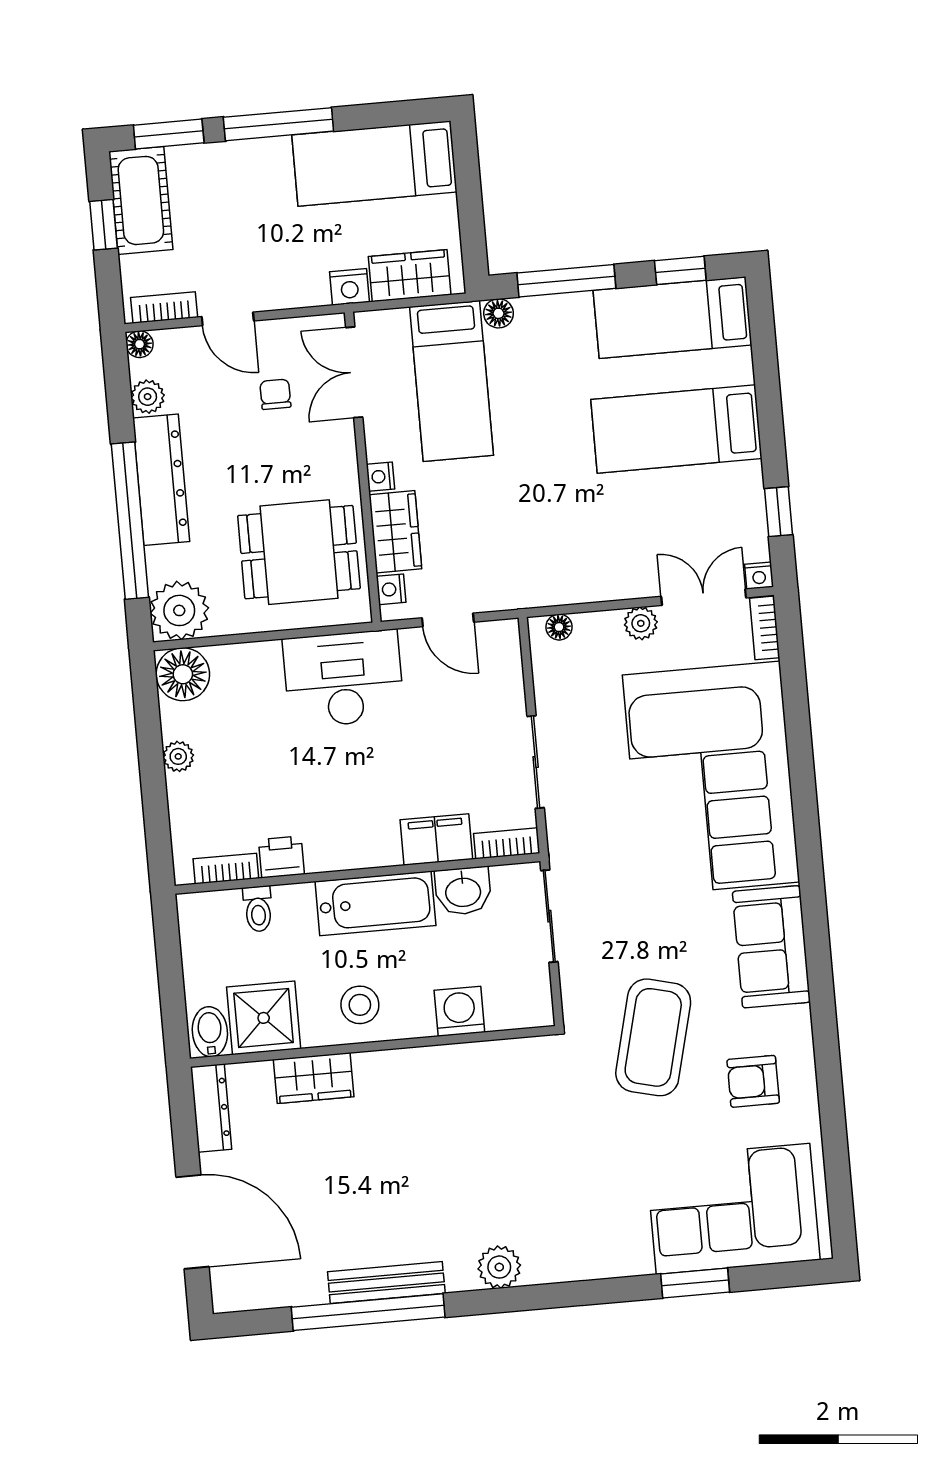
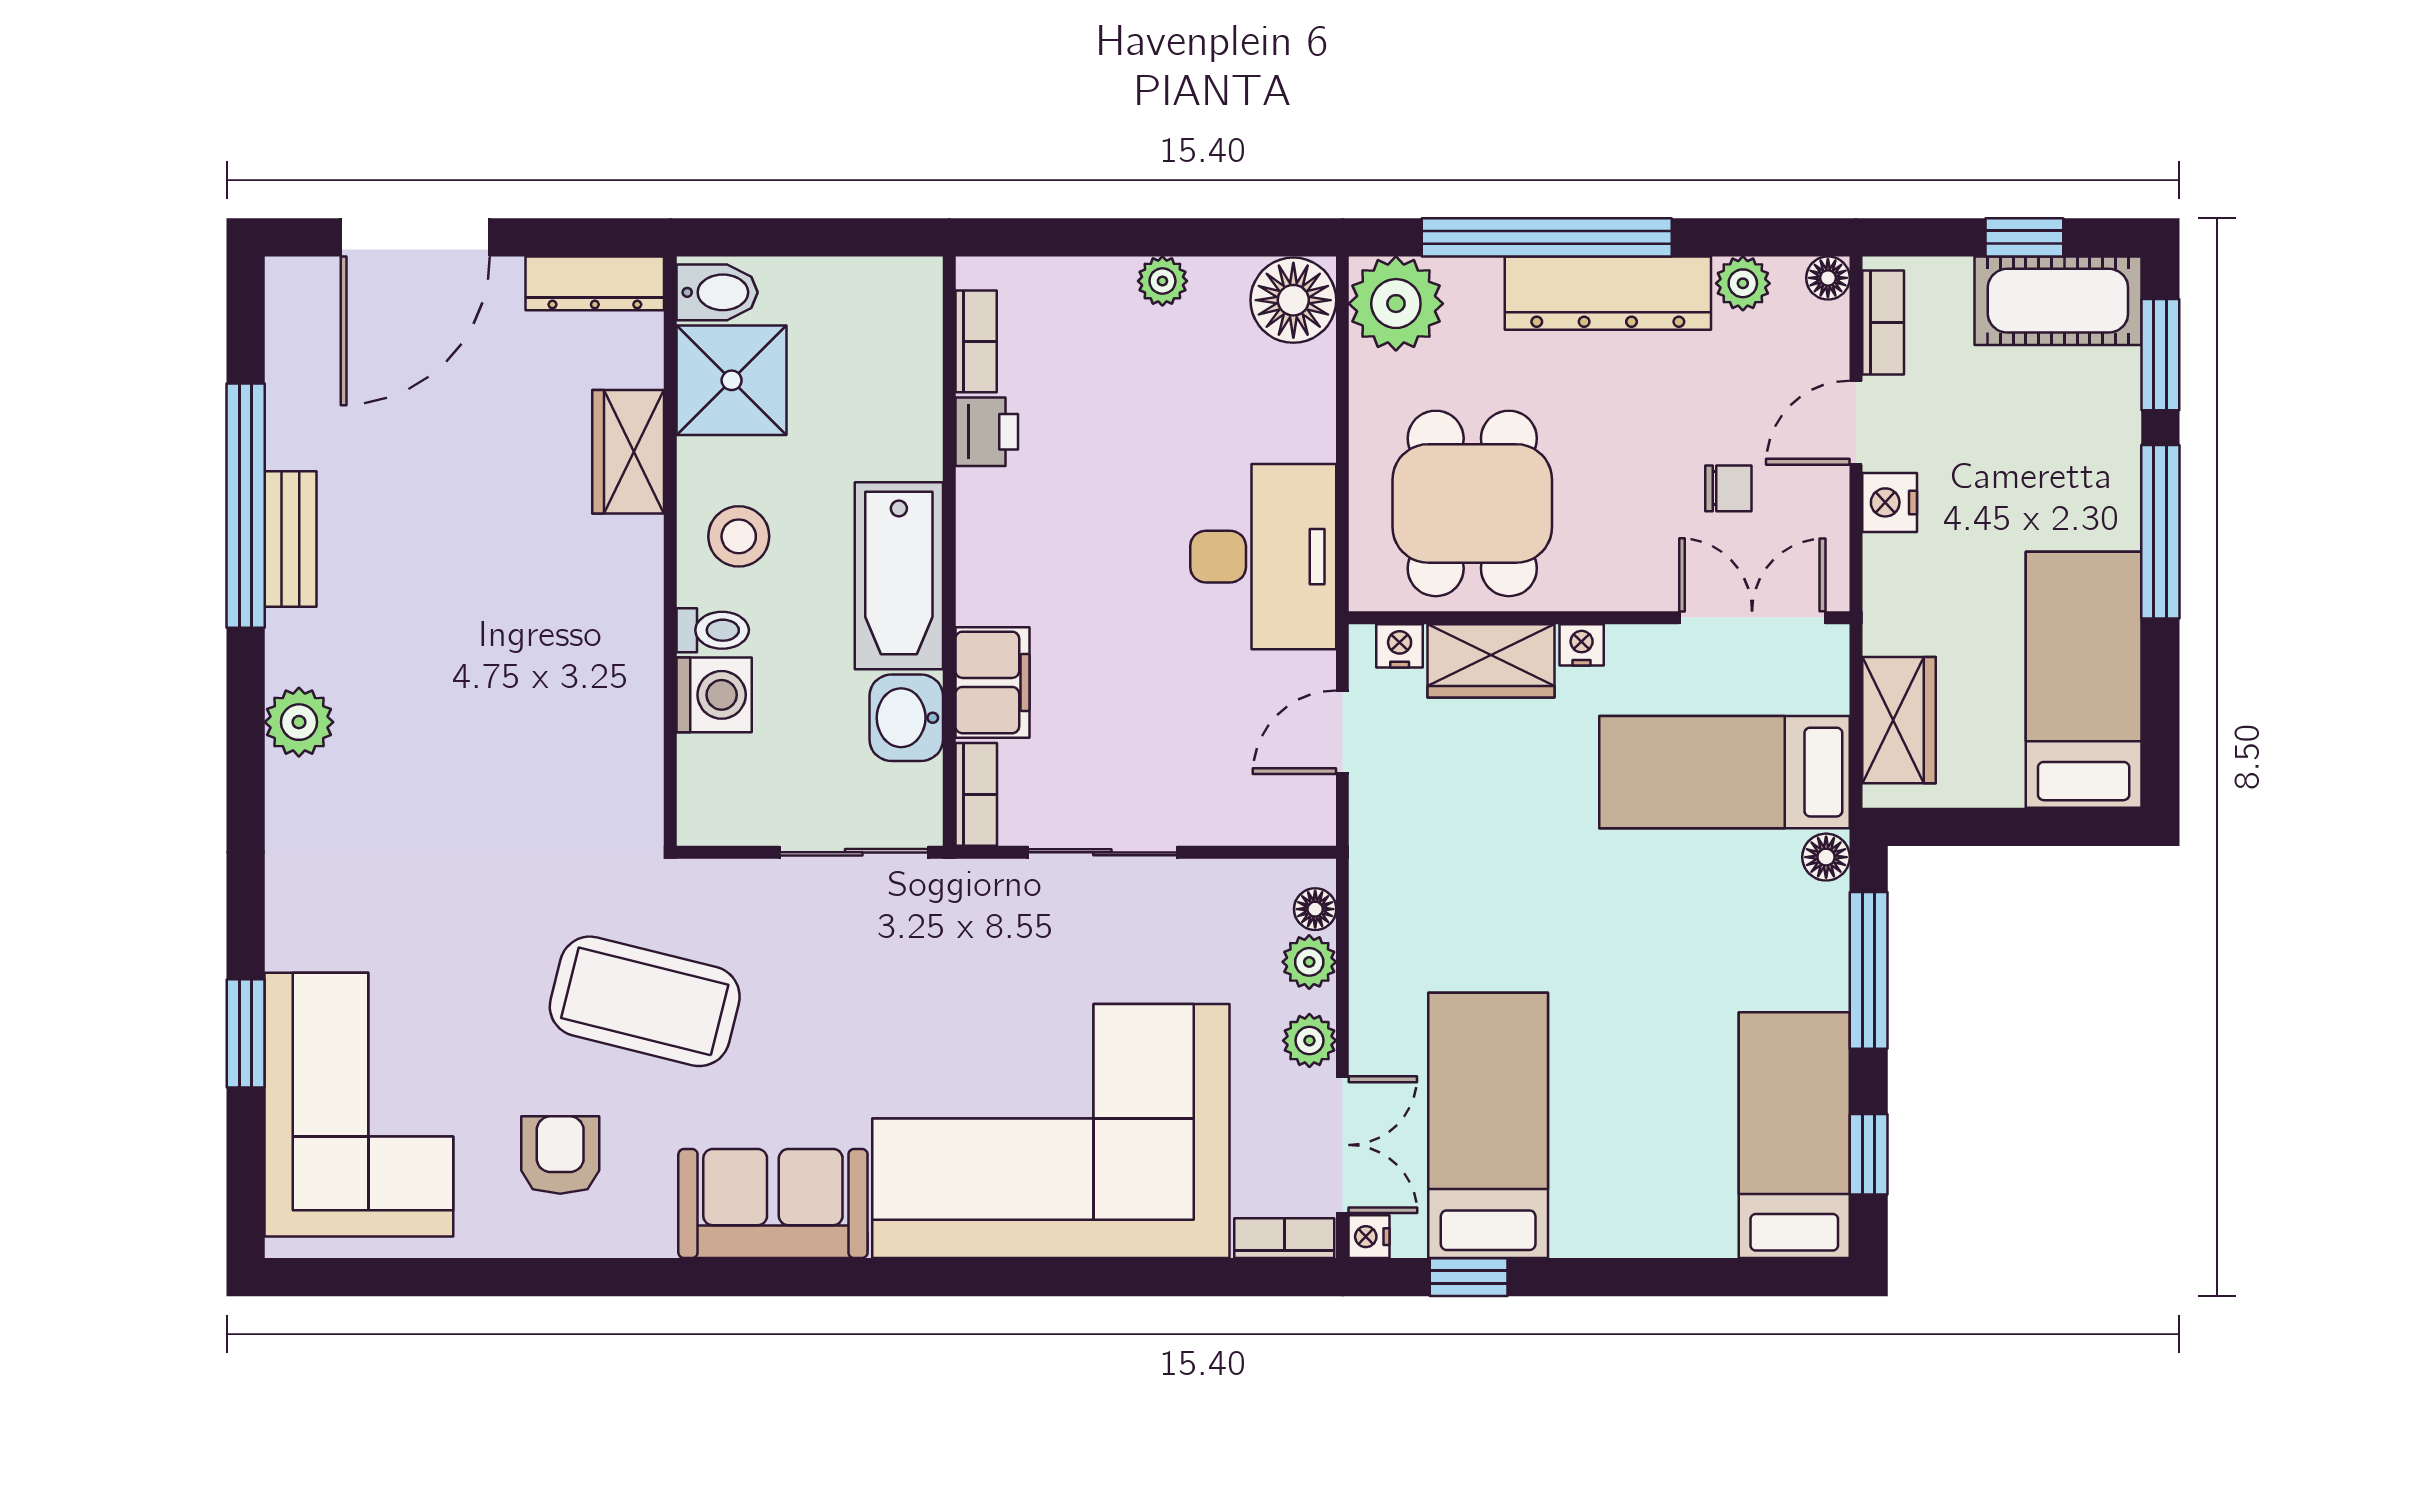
nightstand: (349, 287) -> (1890, 502), moved
bed: (676, 429) -> (1488, 1125), moved
plant: (592, 628) -> (1309, 962), added
toilet: (258, 909) -> (713, 630), moved, turned 180
bench: (386, 1282) -> (290, 539), width x0.73

